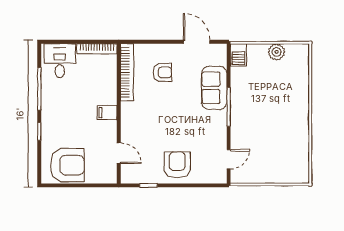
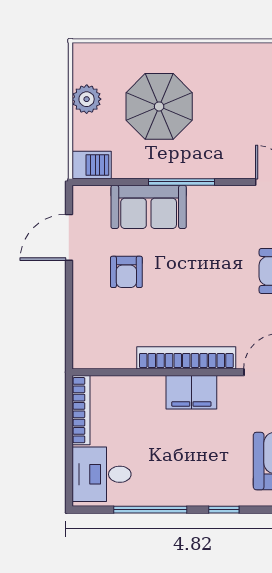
bookcase: (127, 72) -> (186, 358), moved
armchair: (162, 72) -> (126, 272), moved, turned 180
parasol: (272, 94) -> (159, 106), added
filing cabinet: (107, 113) -> (191, 392), width x2.00

